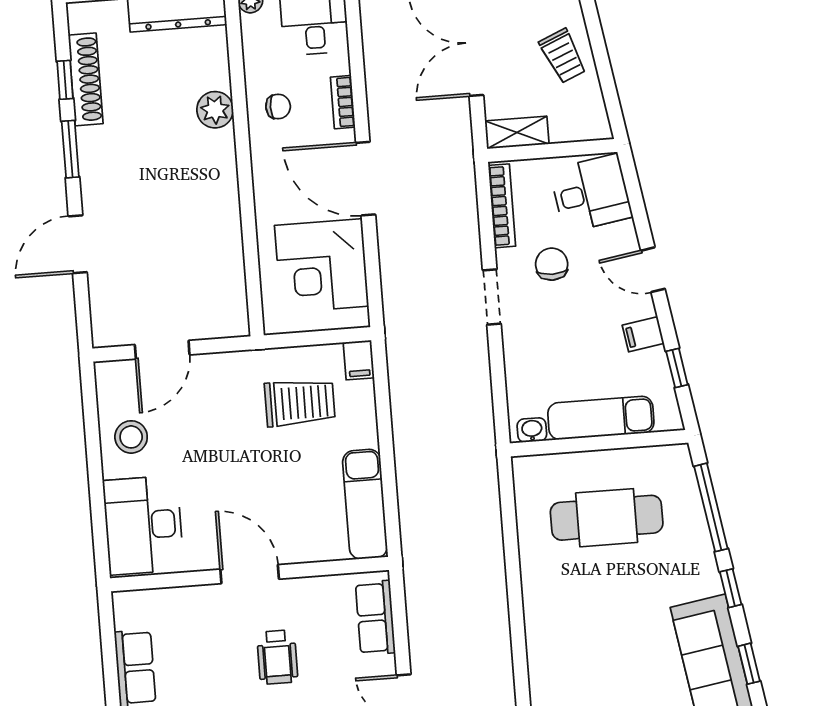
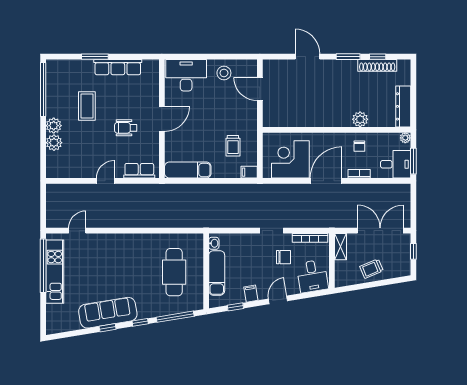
trolley: (300, 403) -> (233, 146), width x0.73, depth x0.72

